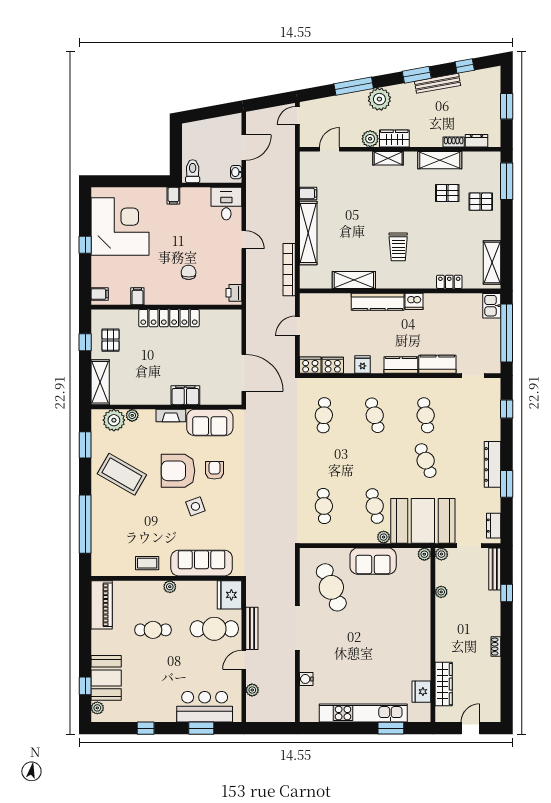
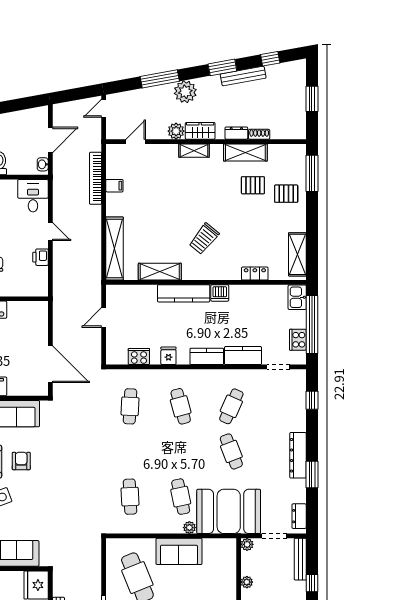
dresser: (477, 141) -> (236, 133), moved
shelving: (308, 233) -> (115, 248), moved
trolley: (398, 247) -> (204, 239), turned 39
bookcase: (289, 270) -> (96, 178), moved
printer: (234, 293) -> (40, 257), moved
cooker: (310, 365) -> (298, 340), moved, turned -90
cafe table: (426, 415) -> (231, 406), turned 33
plant: (424, 554) -> (230, 545), removed

